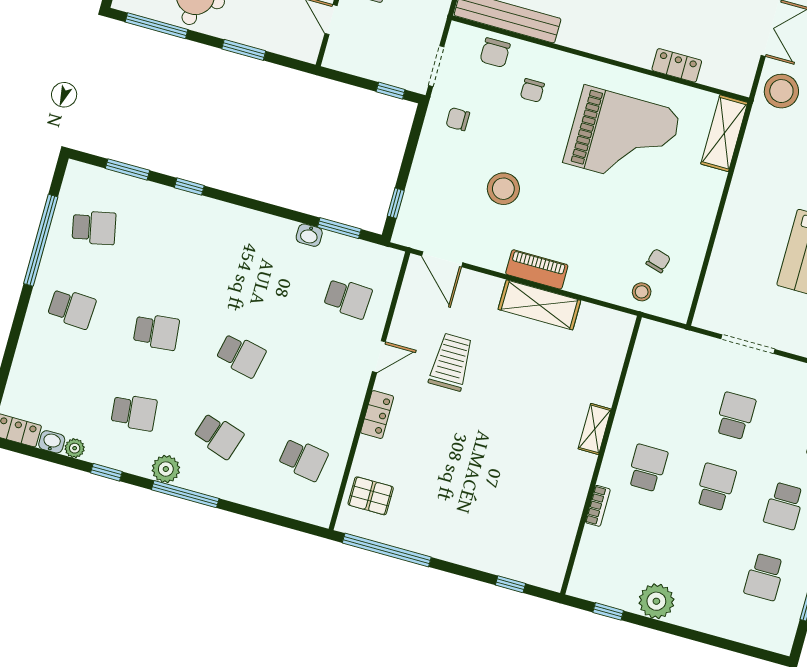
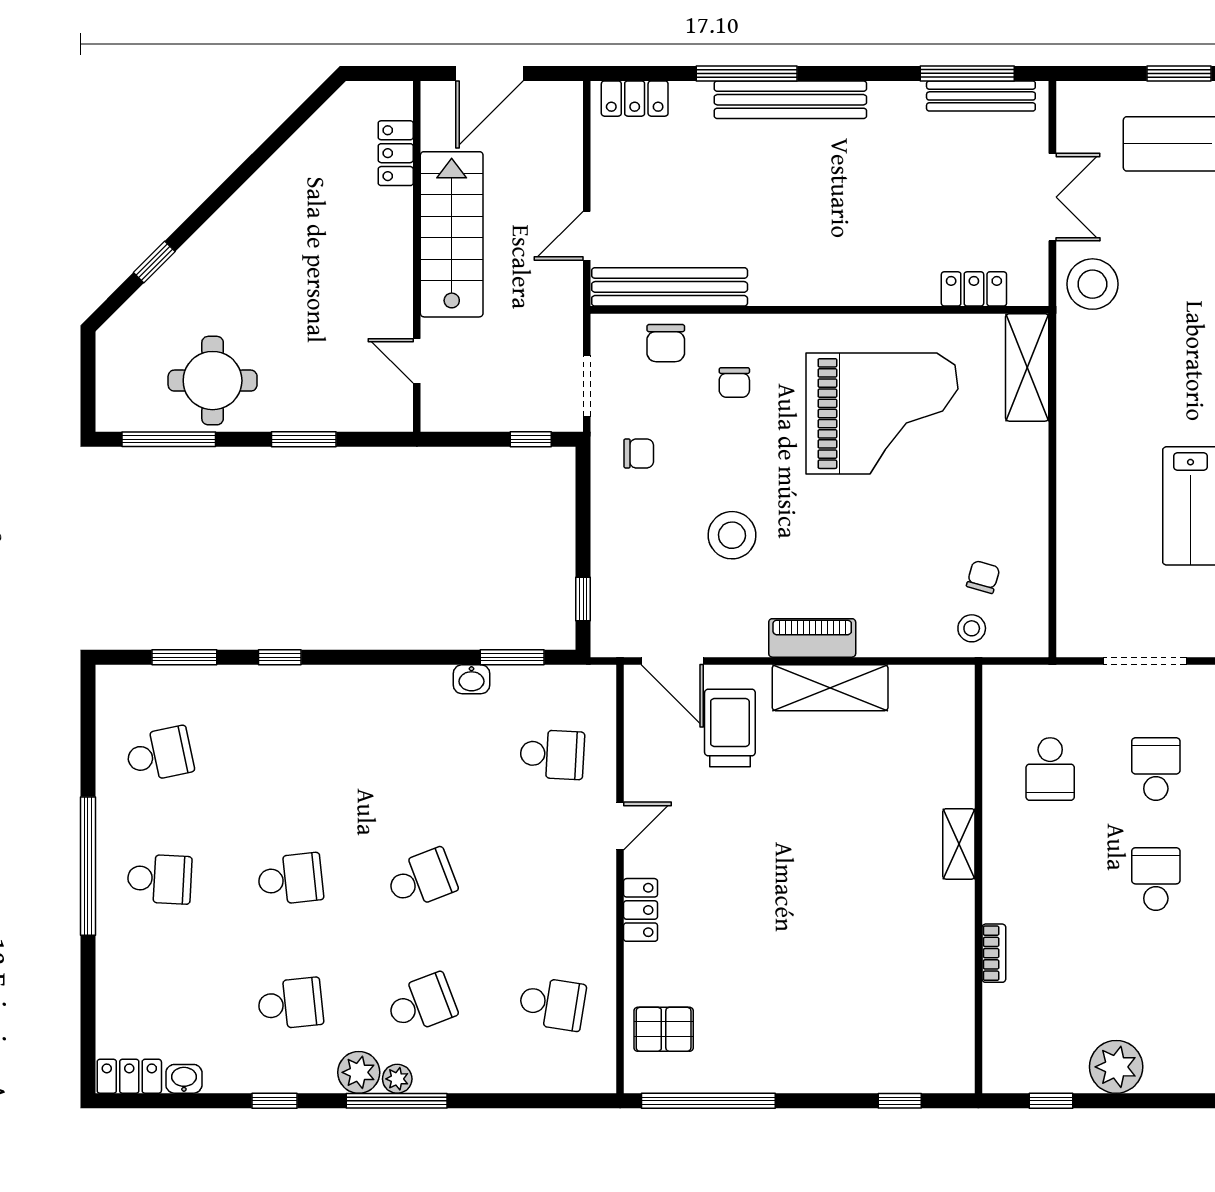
locker: (677, 65) -> (974, 289), moved
chair: (458, 119) -> (639, 453), turned 180
window: (41, 240) -> (88, 866), moved
school desk: (241, 355) -> (421, 879), turned -33
trolley: (451, 362) -> (730, 728), moved
school desk: (219, 436) -> (421, 1004), turned -39
plant: (75, 448) -> (397, 1079), moved
school desk: (647, 468) -> (1050, 769), moved, turned 180

